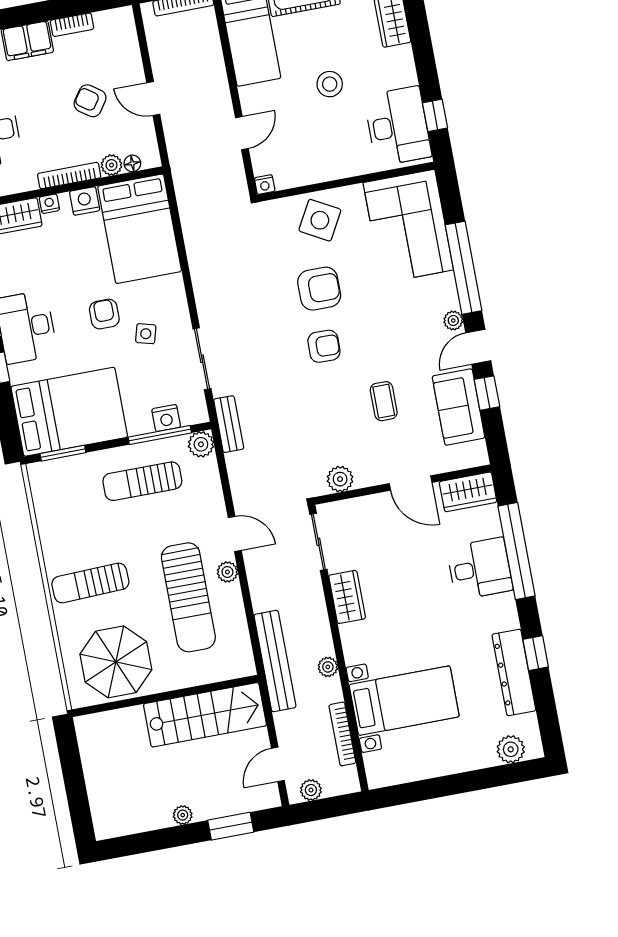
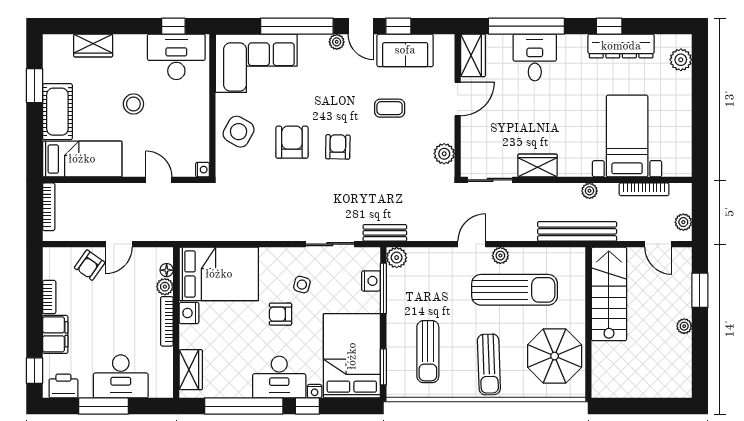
armchair: (90, 101) -> (90, 265), moved
nightstand: (49, 204) -> (315, 391), moved, turned -90
sun lounger: (142, 481) -> (428, 352), moved

